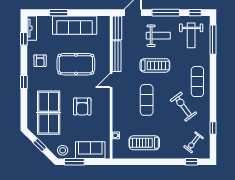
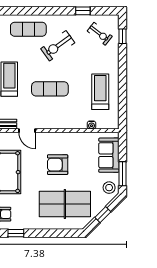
window: (24, 82) -> (16, 233), moved
armchair: (82, 106) -> (58, 165), turned 180
treadmill: (144, 143) -> (100, 92), turned 180

